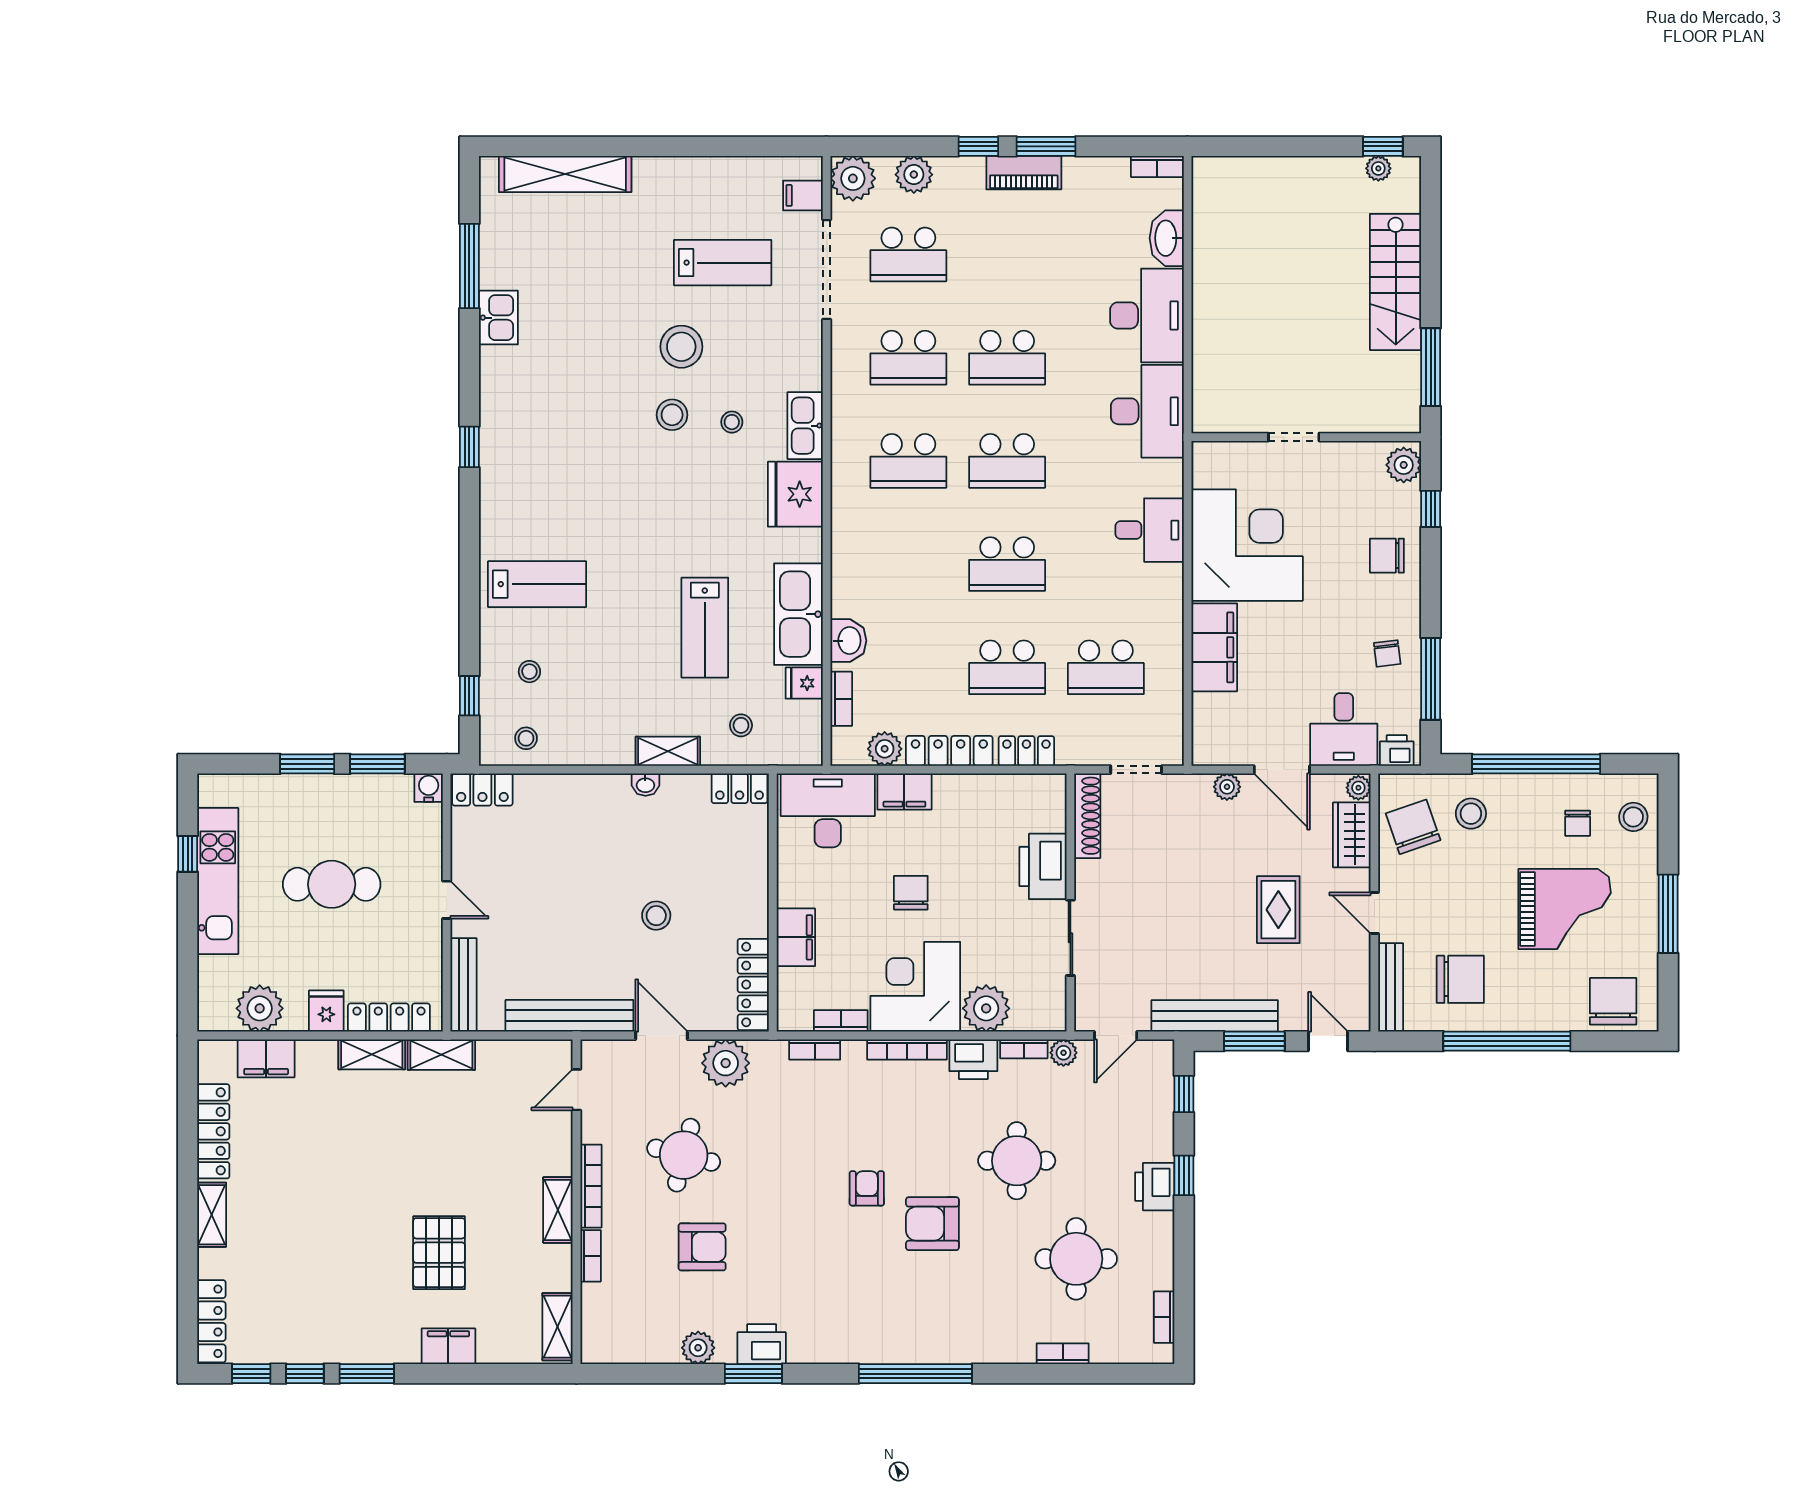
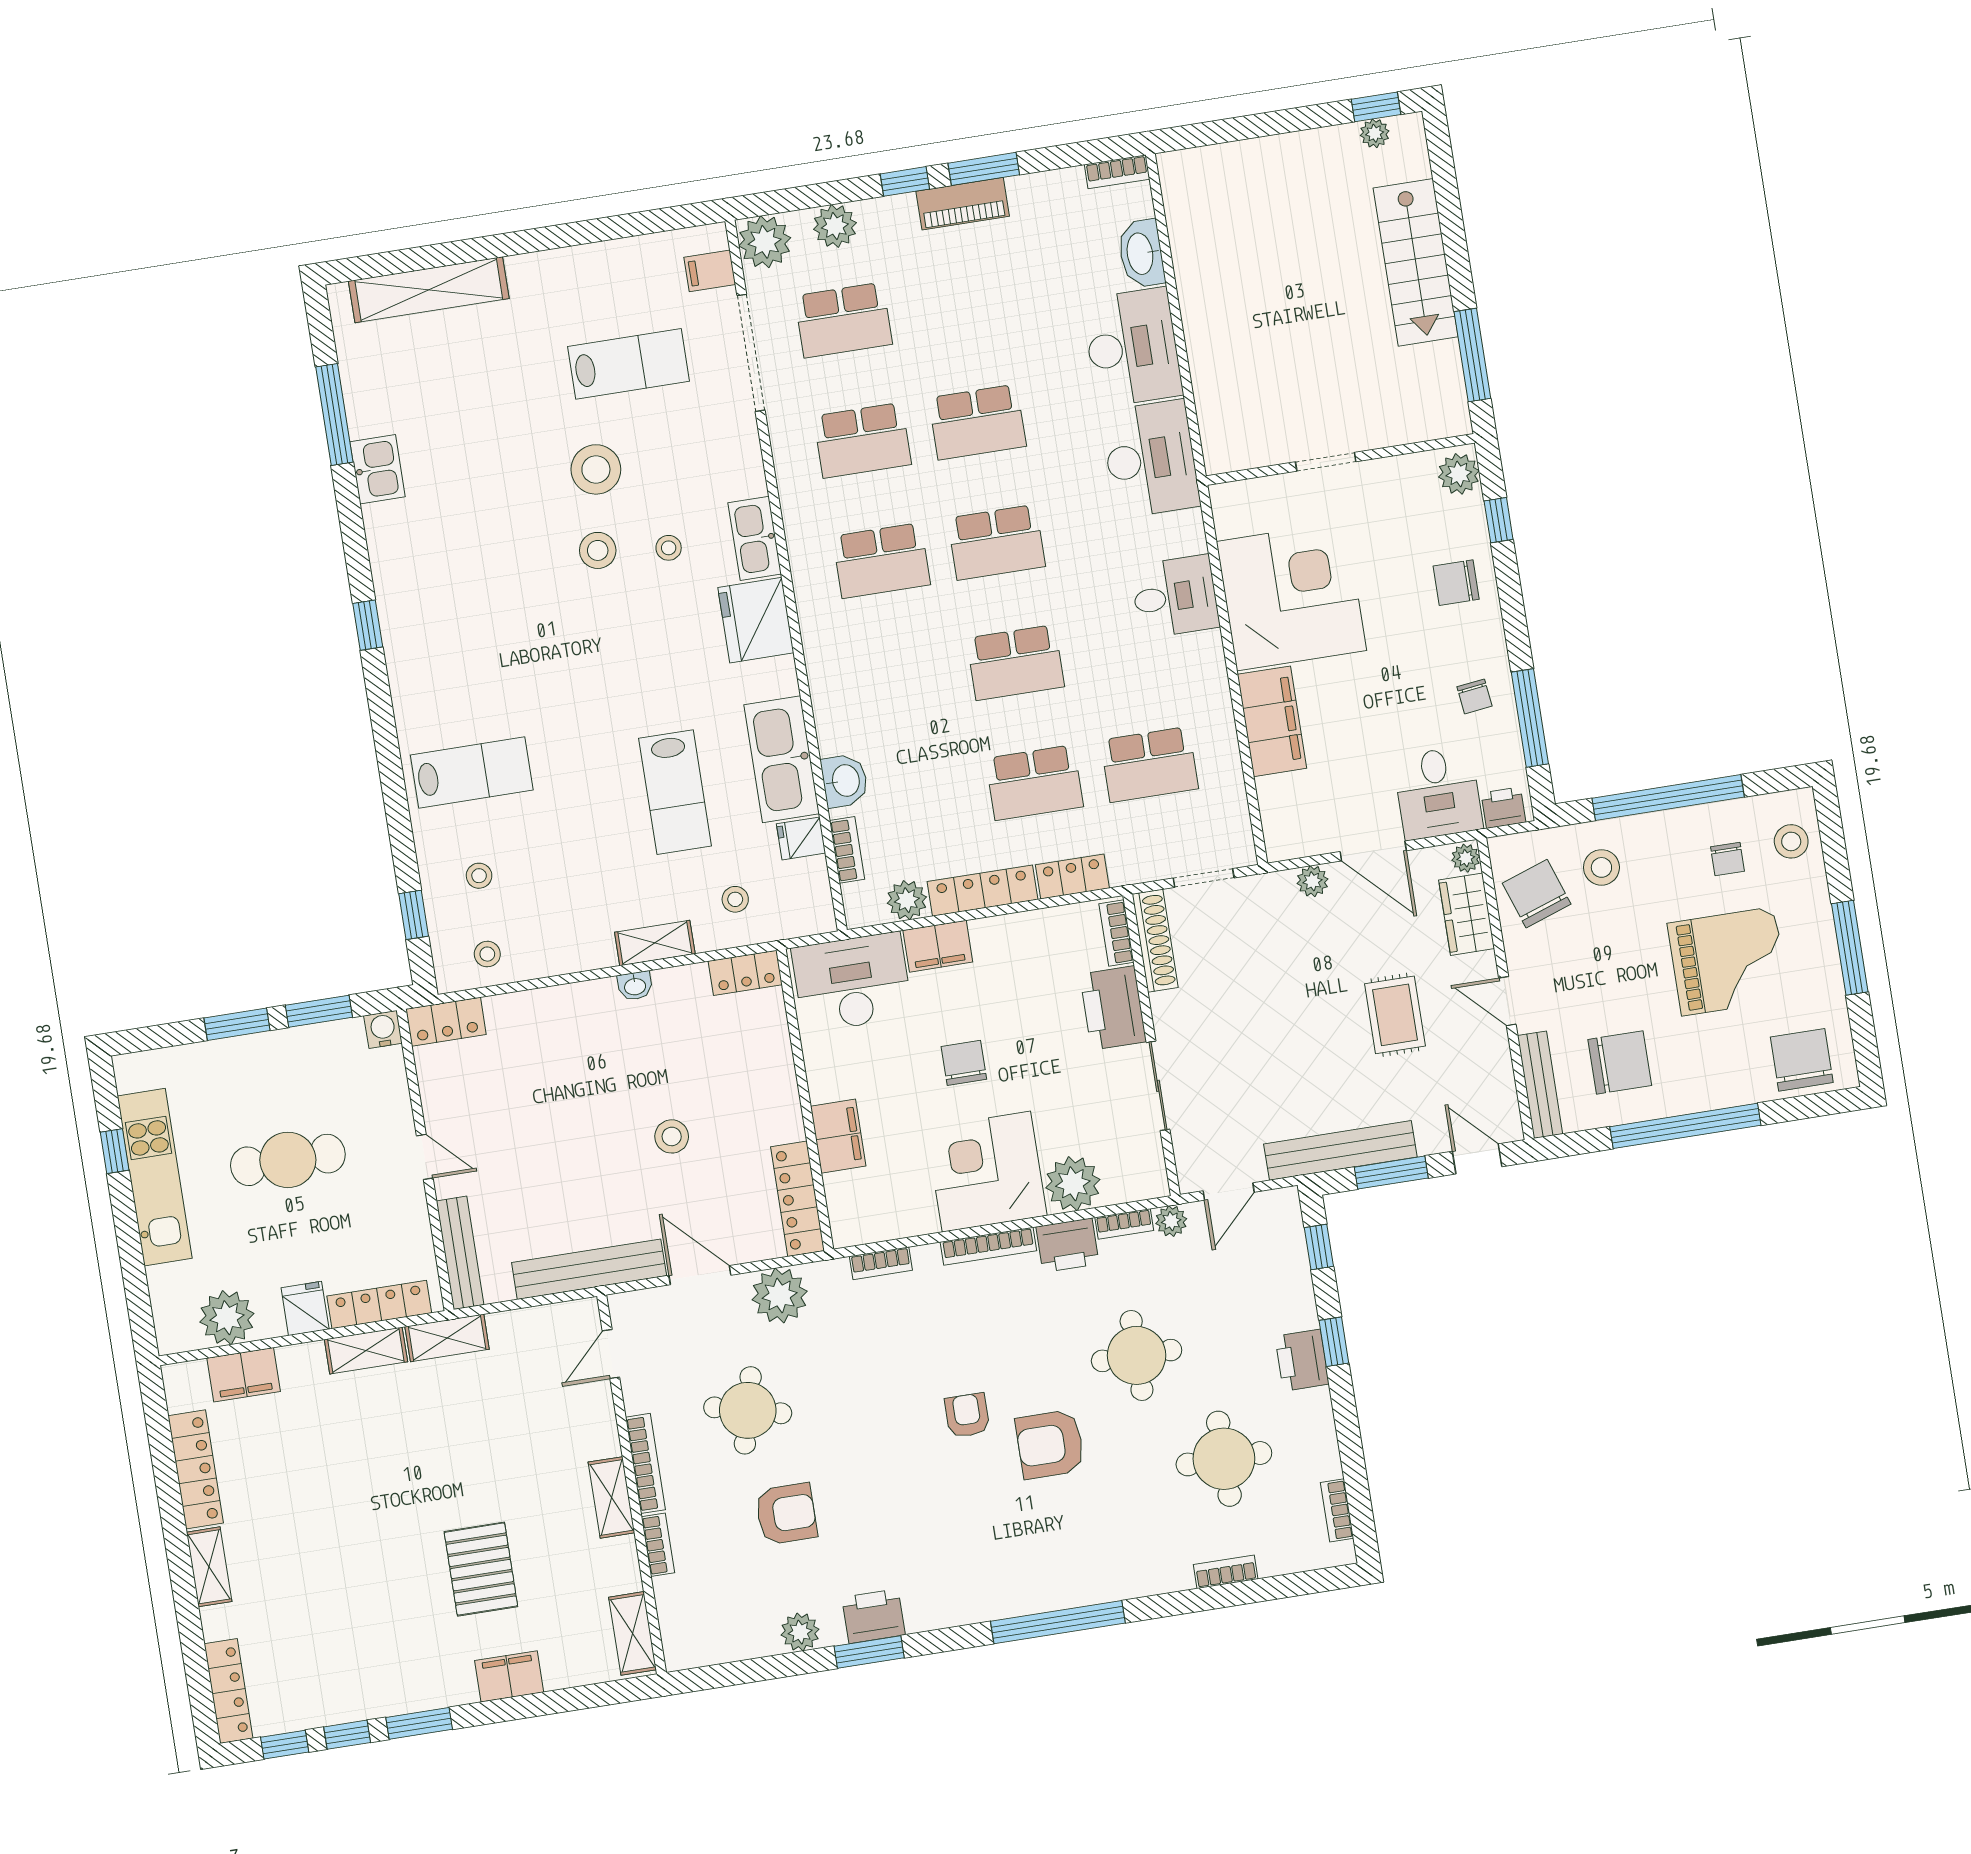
bookcase: (841, 1021) -> (1116, 933), moved, turned -90

